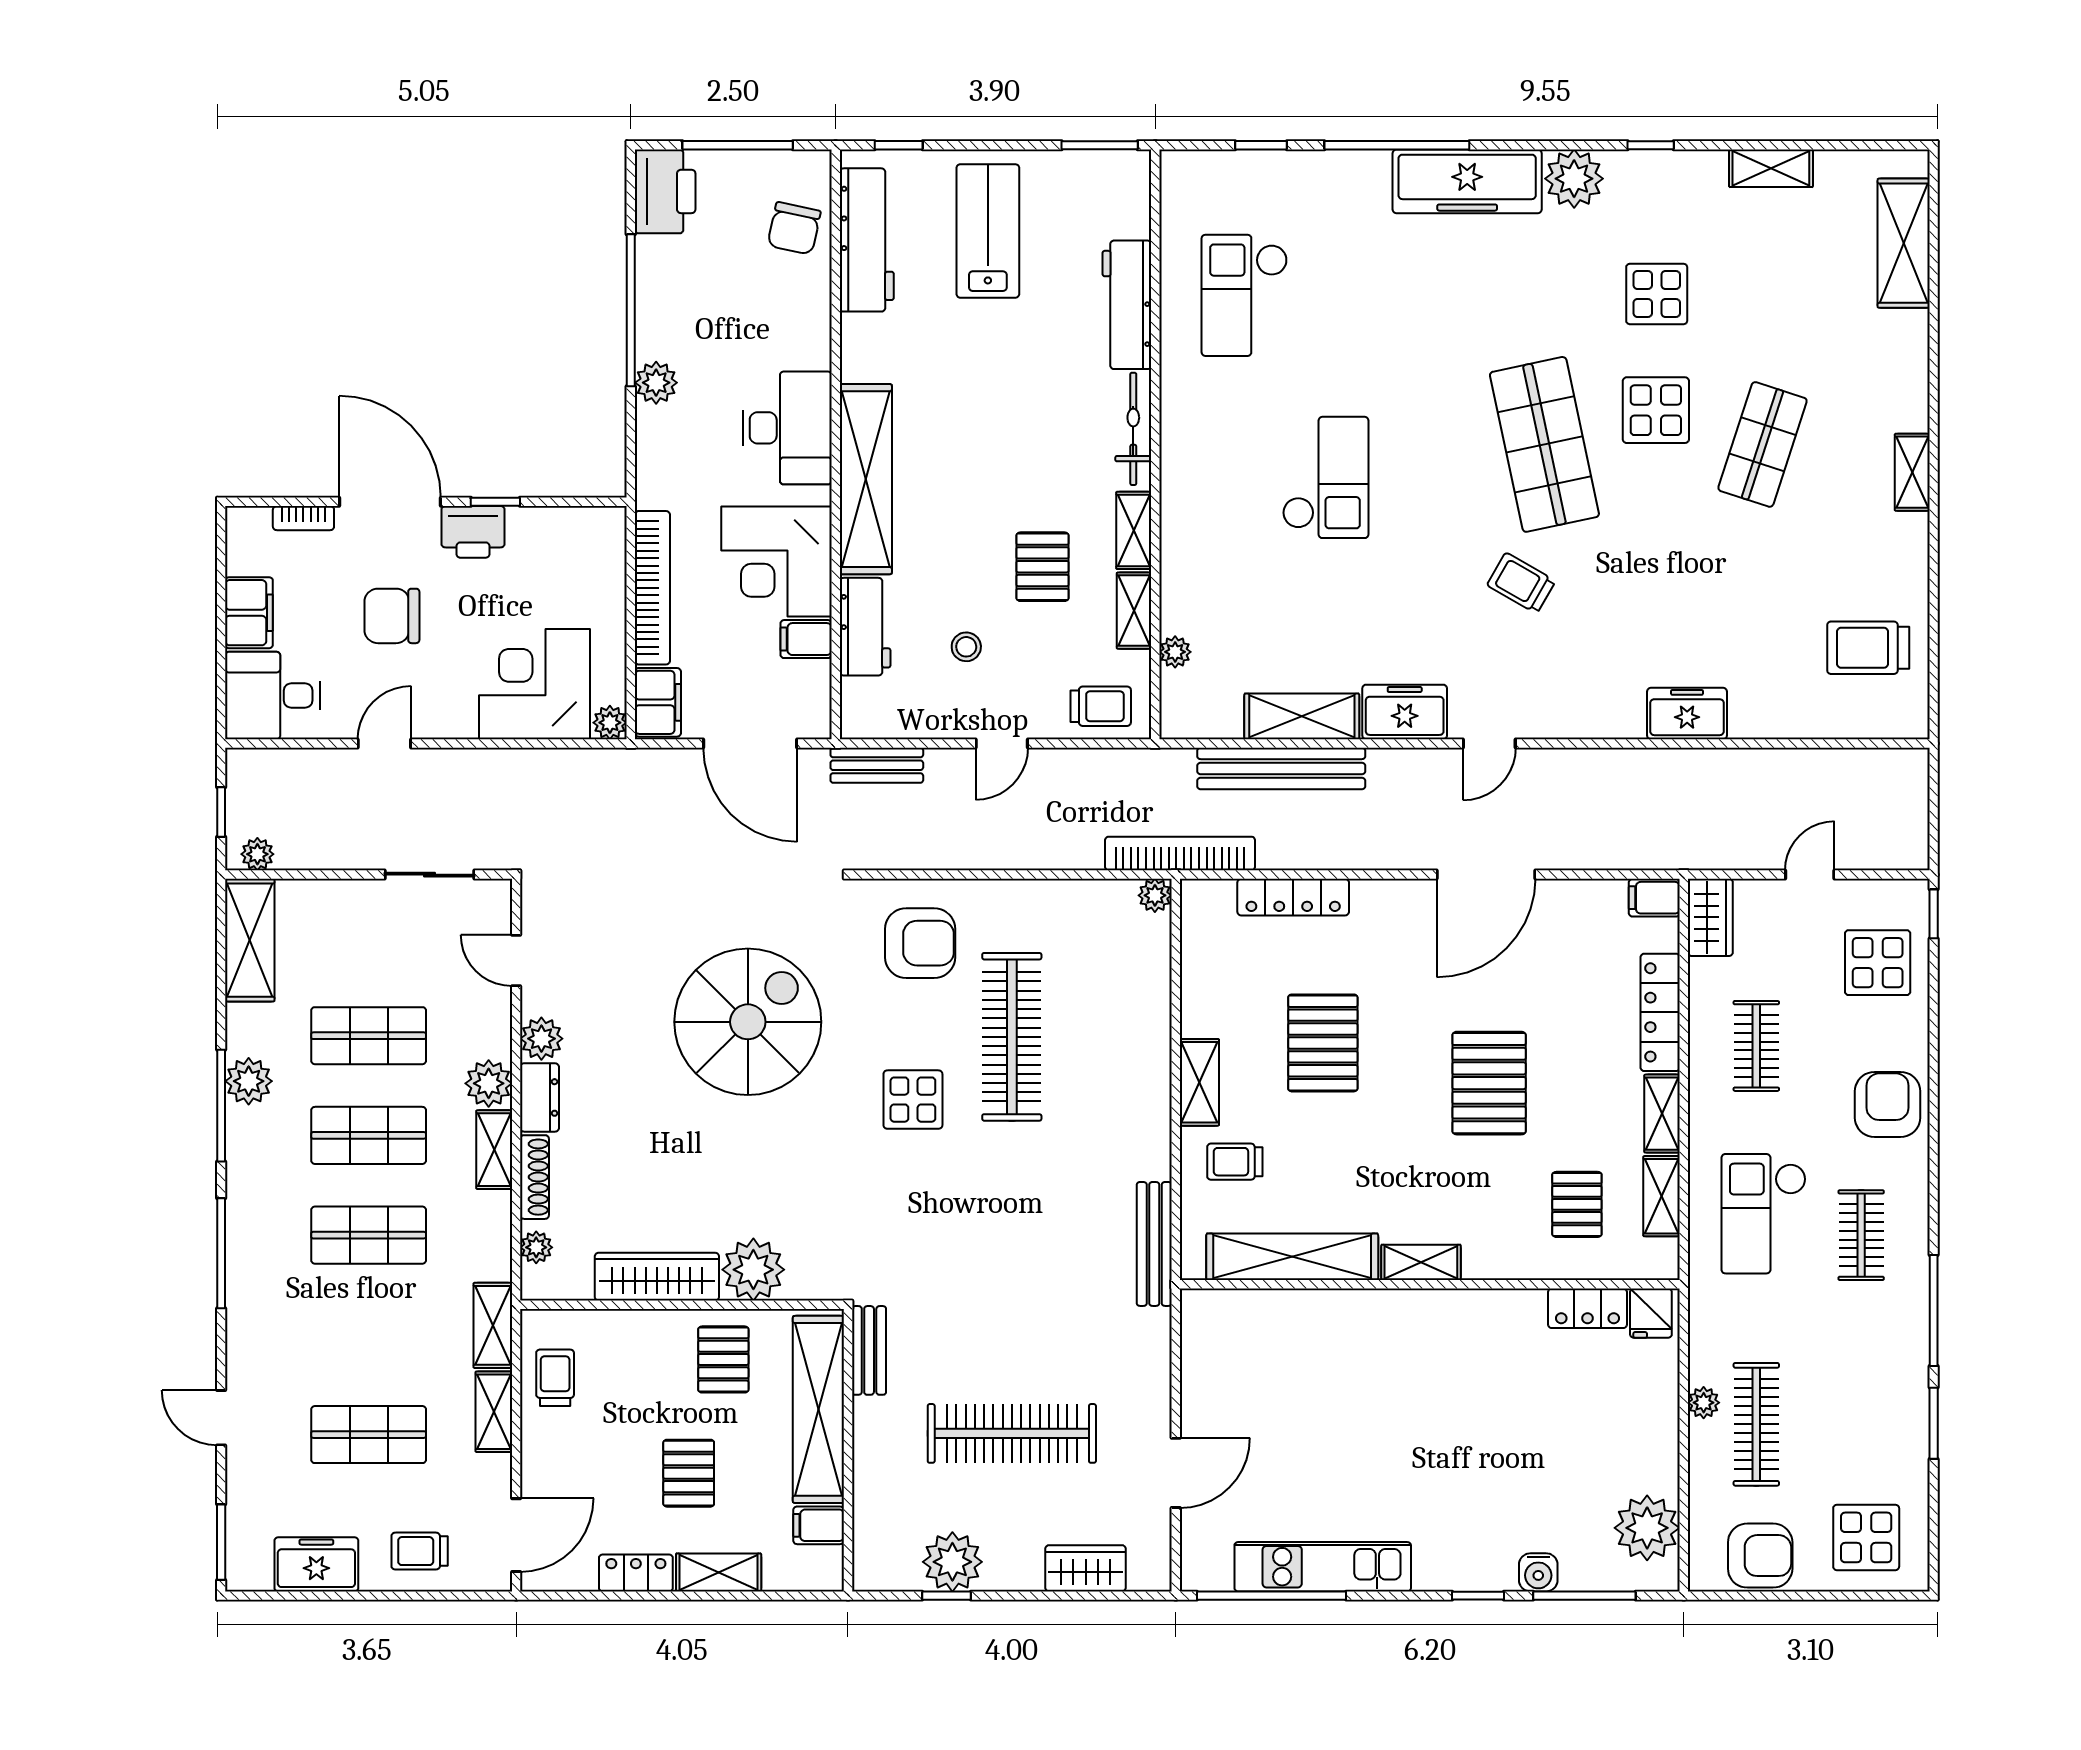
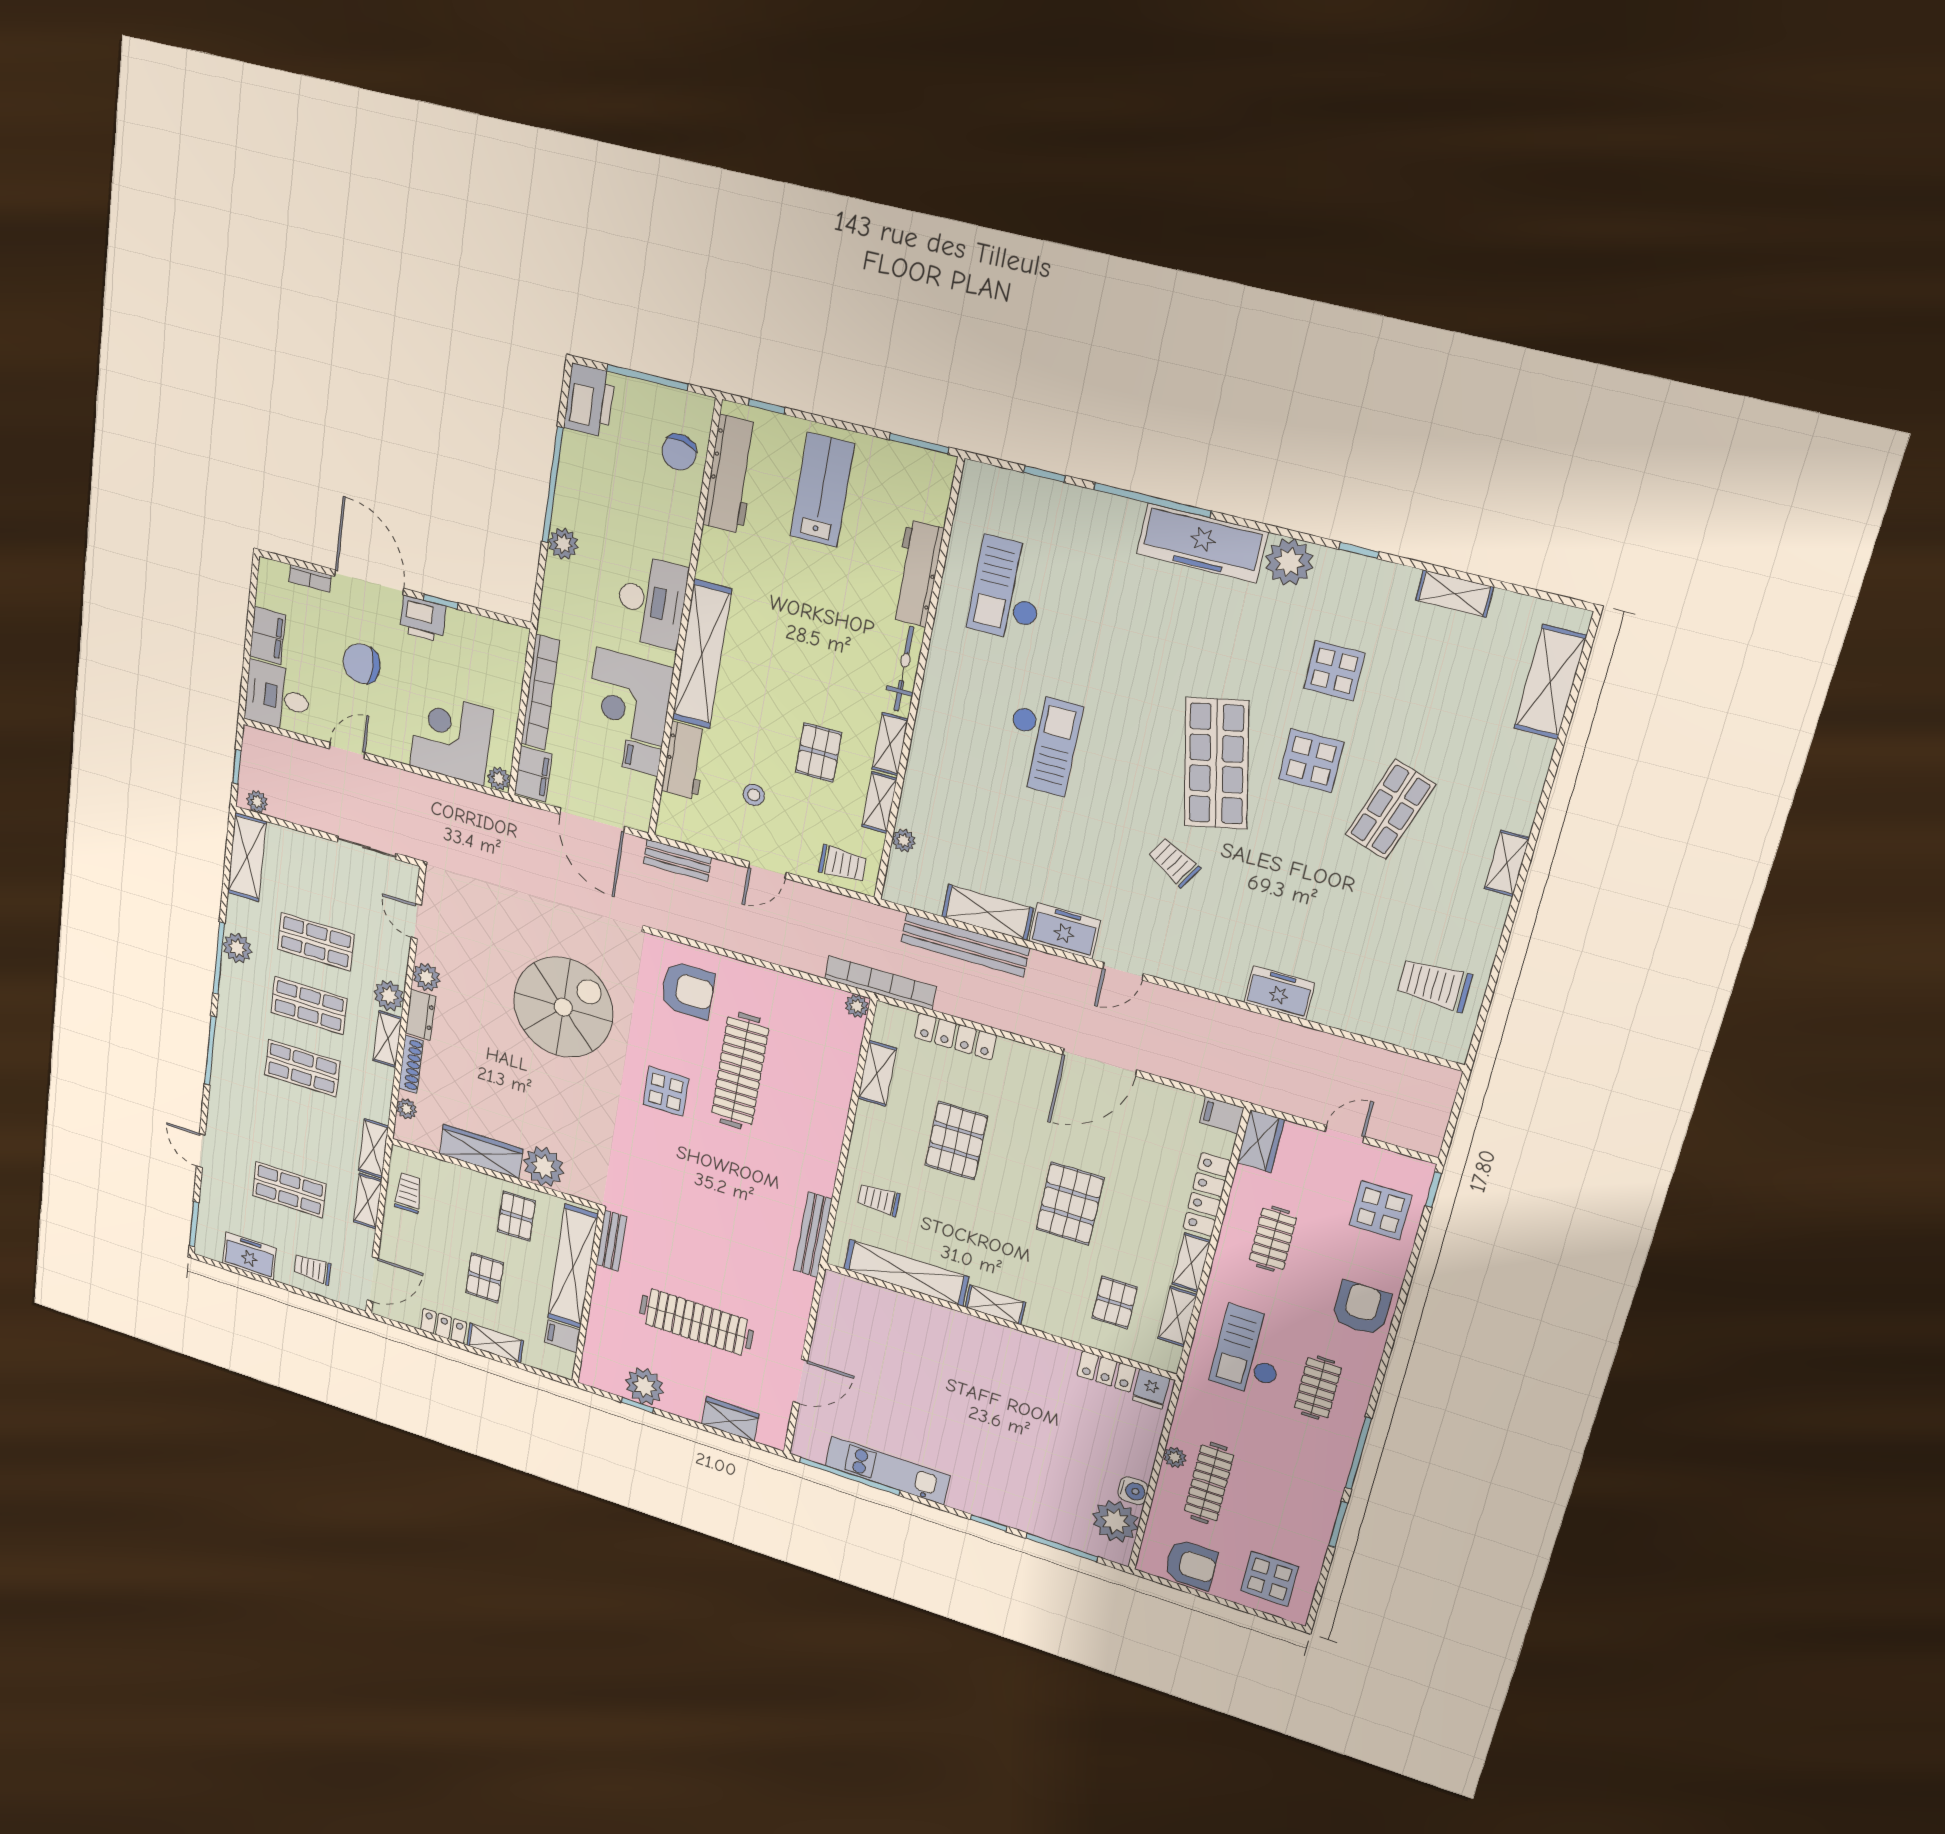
shelving: (1199, 1082) -> (877, 1073), moved
water cooler: (1538, 1572) -> (1133, 1491), moved, turned -90

